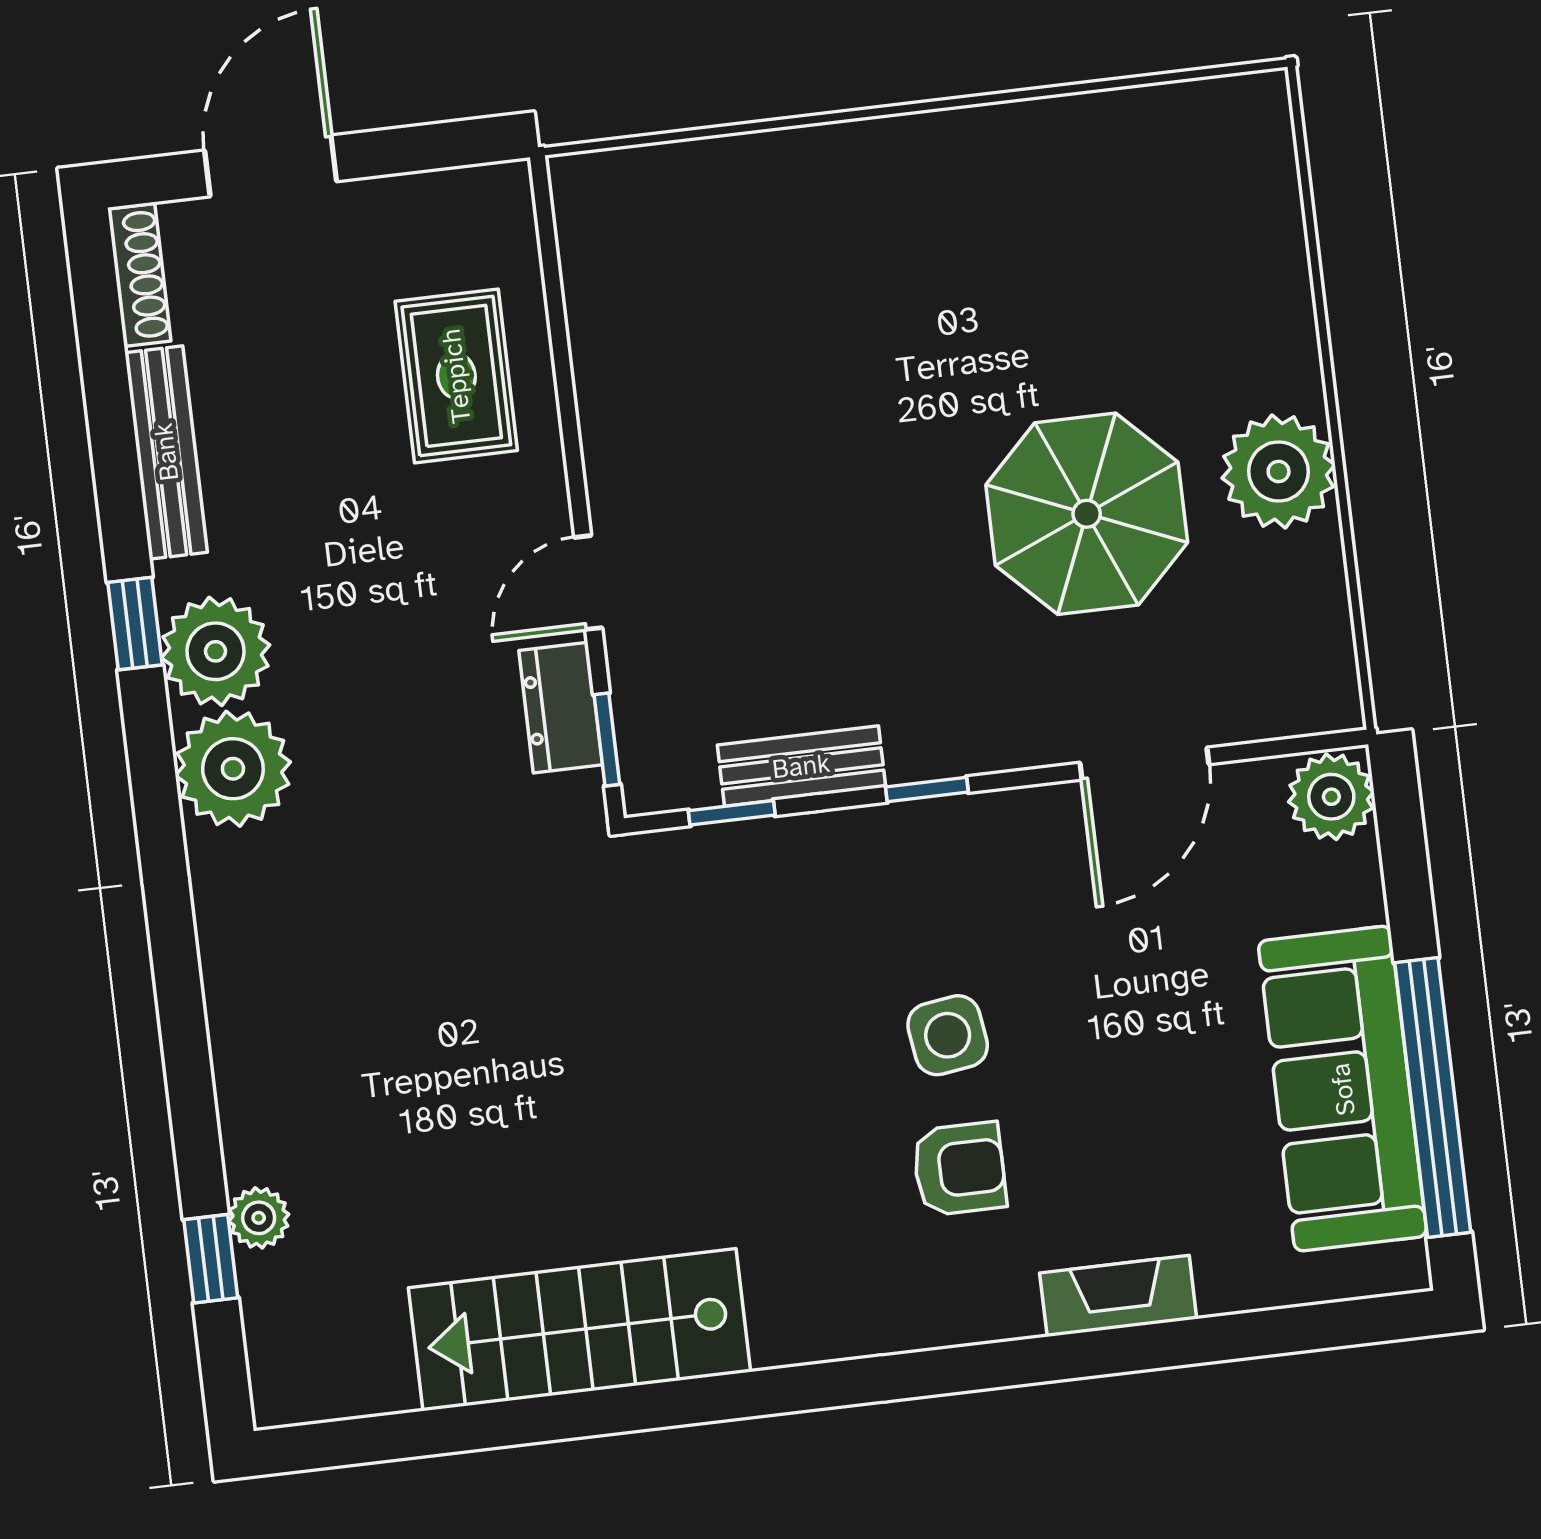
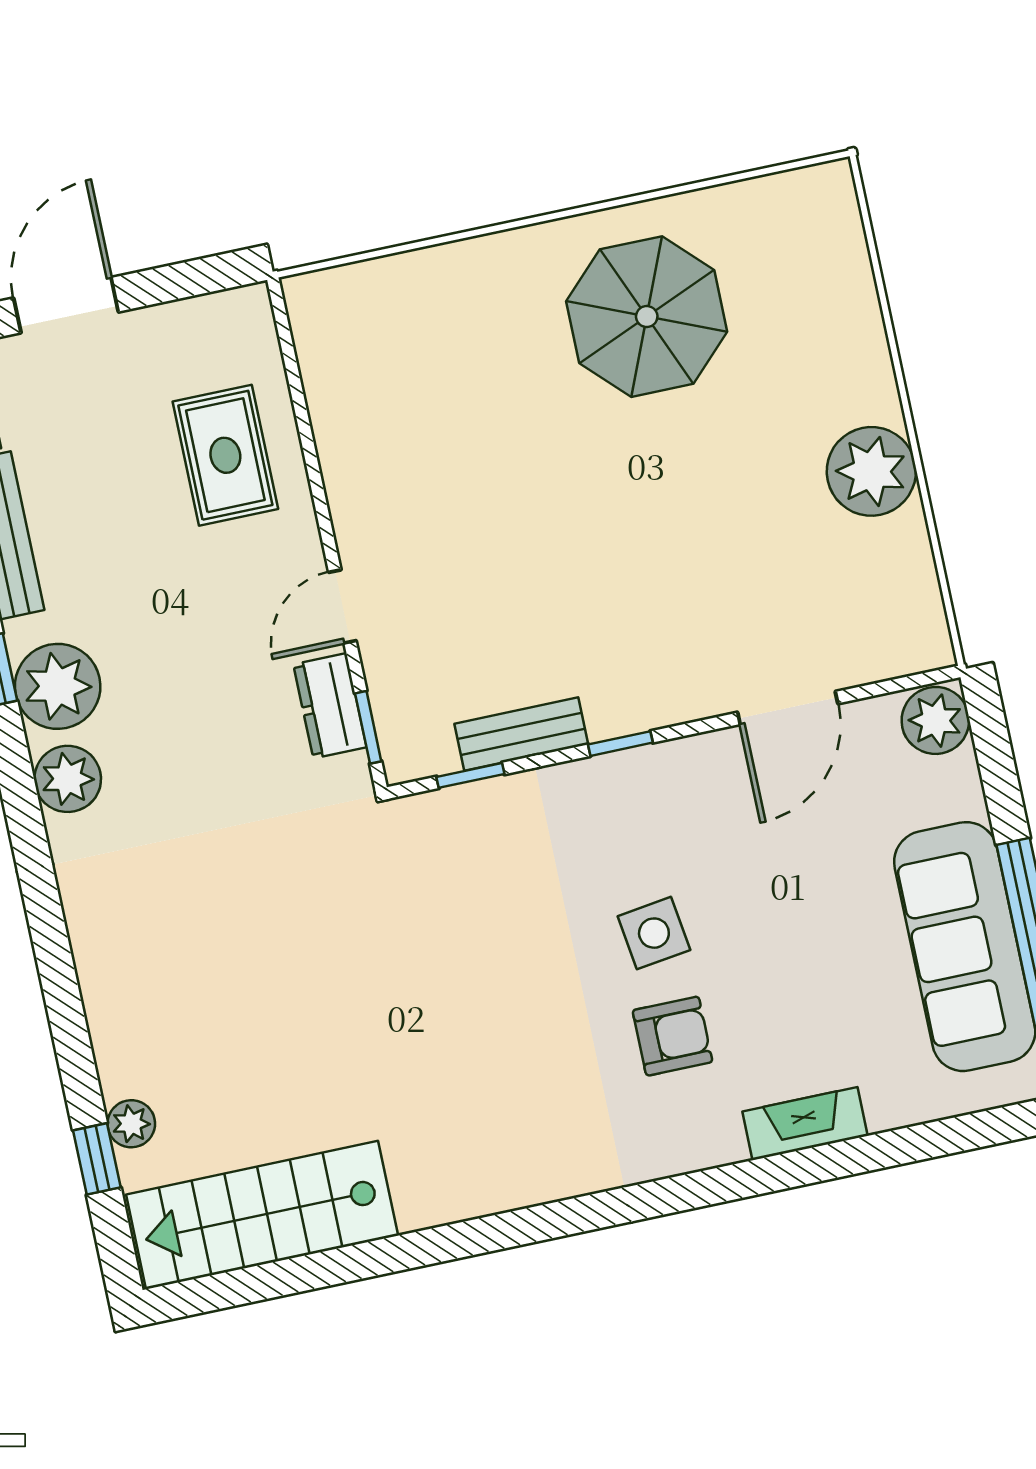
parasol: (1087, 514) -> (647, 317), moved
plant: (233, 769) -> (68, 779), width x0.73, depth x0.73
stairs: (579, 1330) -> (262, 1215), moved

